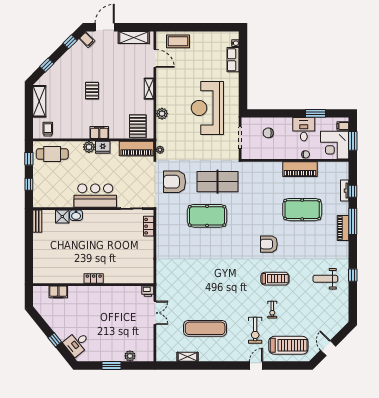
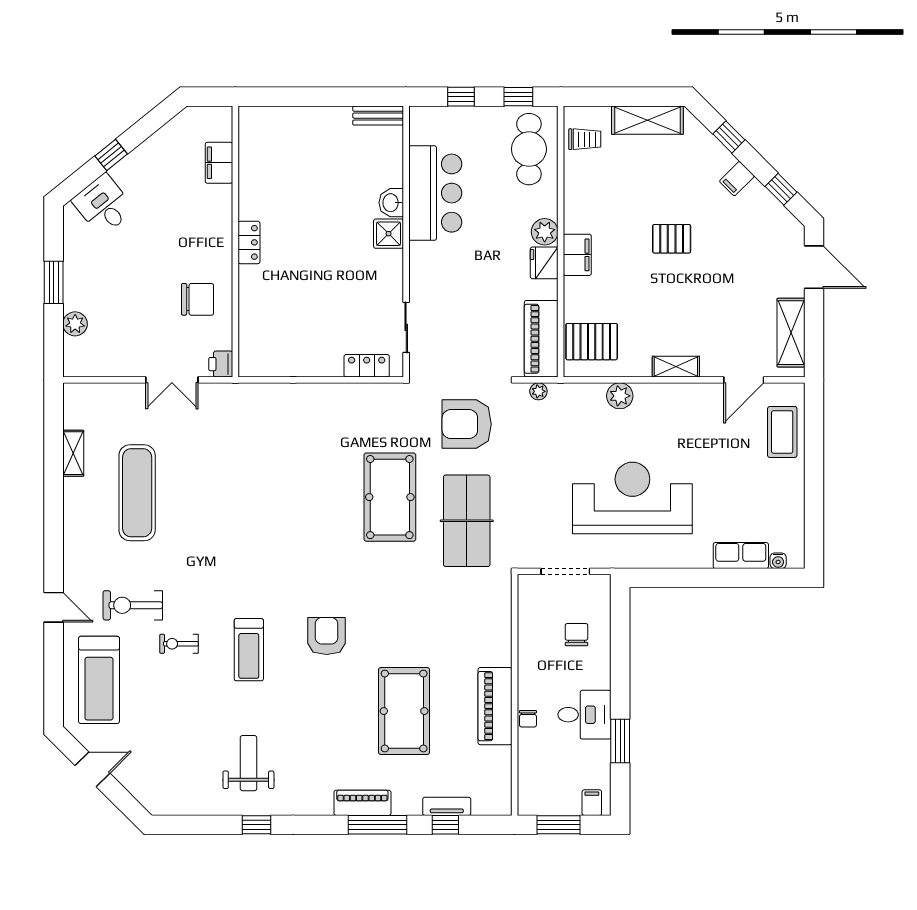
filing cabinet: (87, 40) -> (737, 179), moved
corner desk: (335, 145) -> (549, 784), removed
armchair: (174, 182) -> (467, 424), turned -90
bar counter: (95, 196) -> (435, 193), moved
shower: (62, 216) -> (389, 234), moved
chair: (119, 301) -> (197, 299), added

